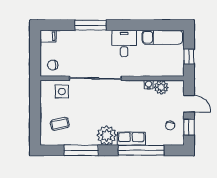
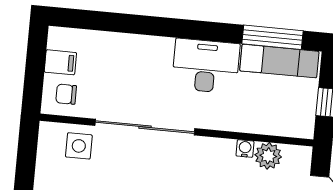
window: (91, 25) -> (272, 37), moved
filing cabinet: (48, 36) -> (60, 62), moved
desk: (124, 43) -> (206, 66), width x1.37

